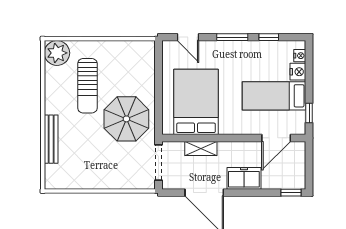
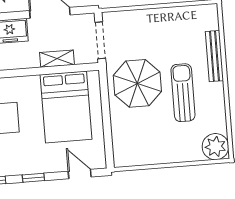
window: (232, 37) -> (33, 178), width x0.67
sun lounger: (87, 86) -> (183, 93), moved

